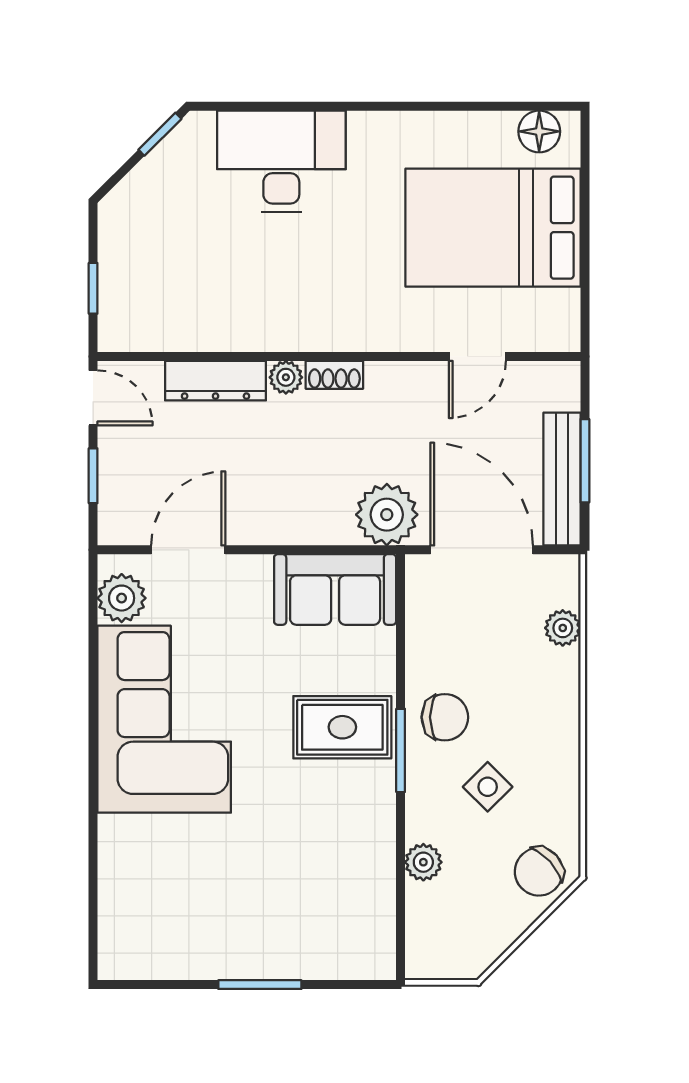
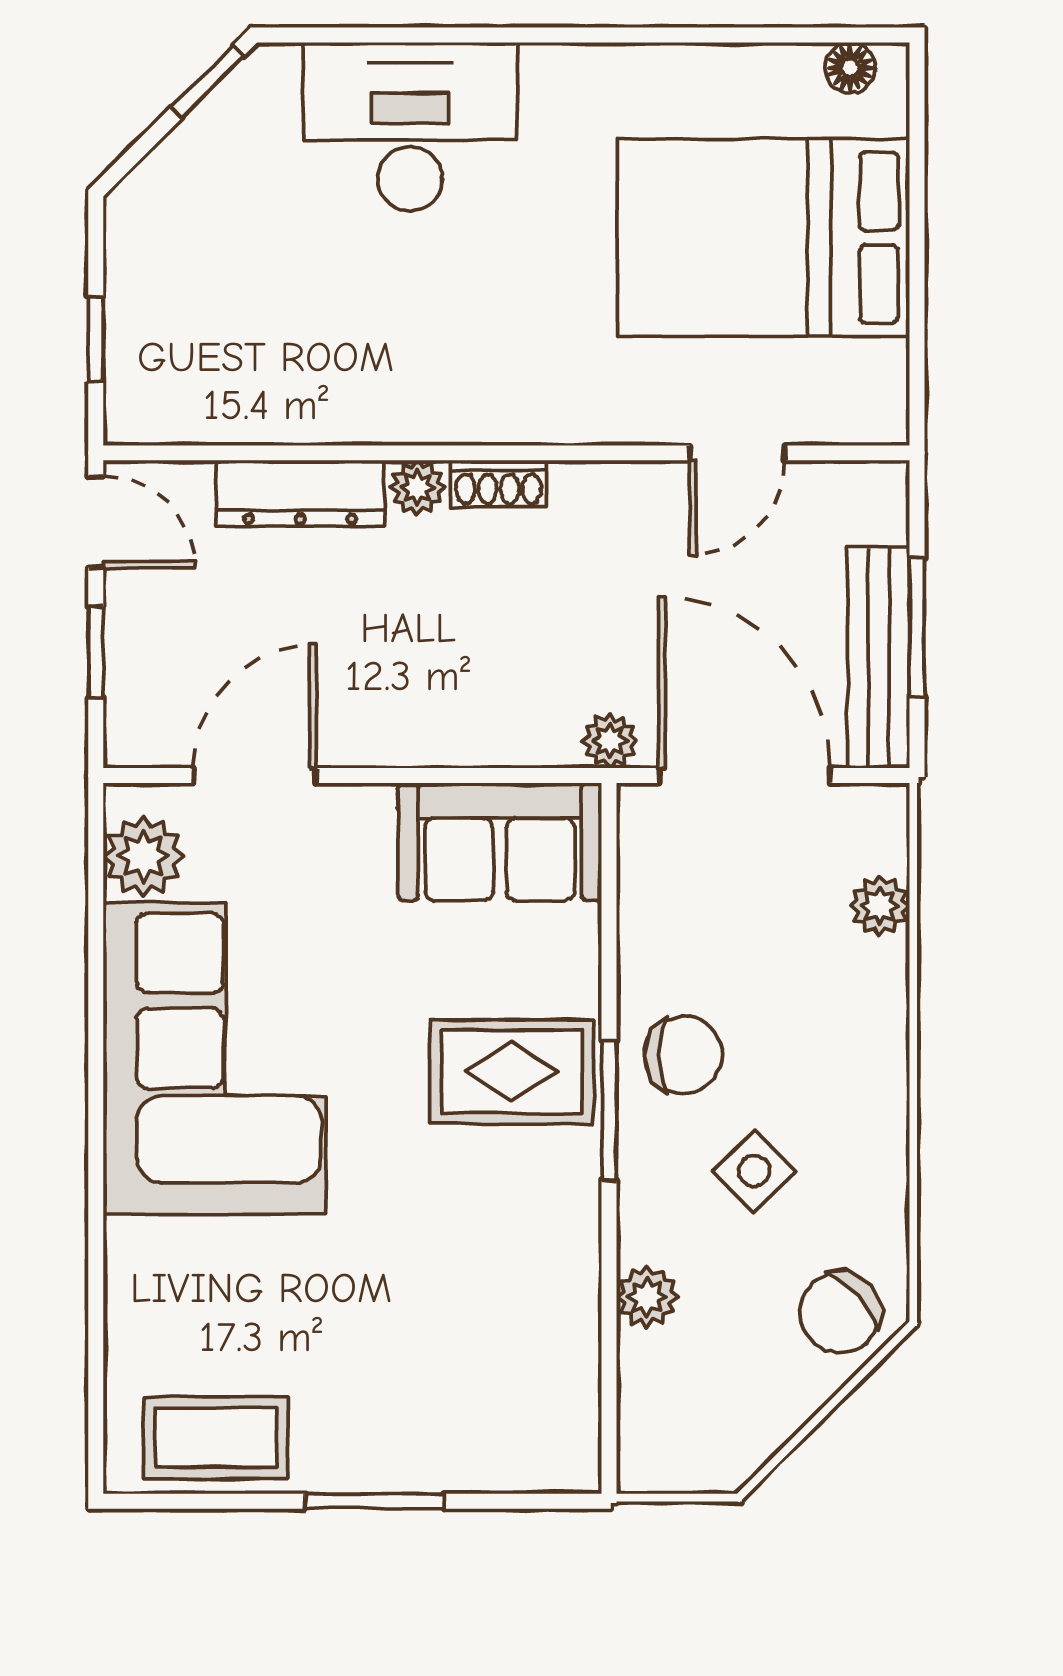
floor lamp: (539, 131) -> (850, 68), width x0.73, depth x0.73
plant: (387, 515) -> (610, 741), width x0.53, depth x0.53
coffee table: (165, 946) -> (216, 1438), added

